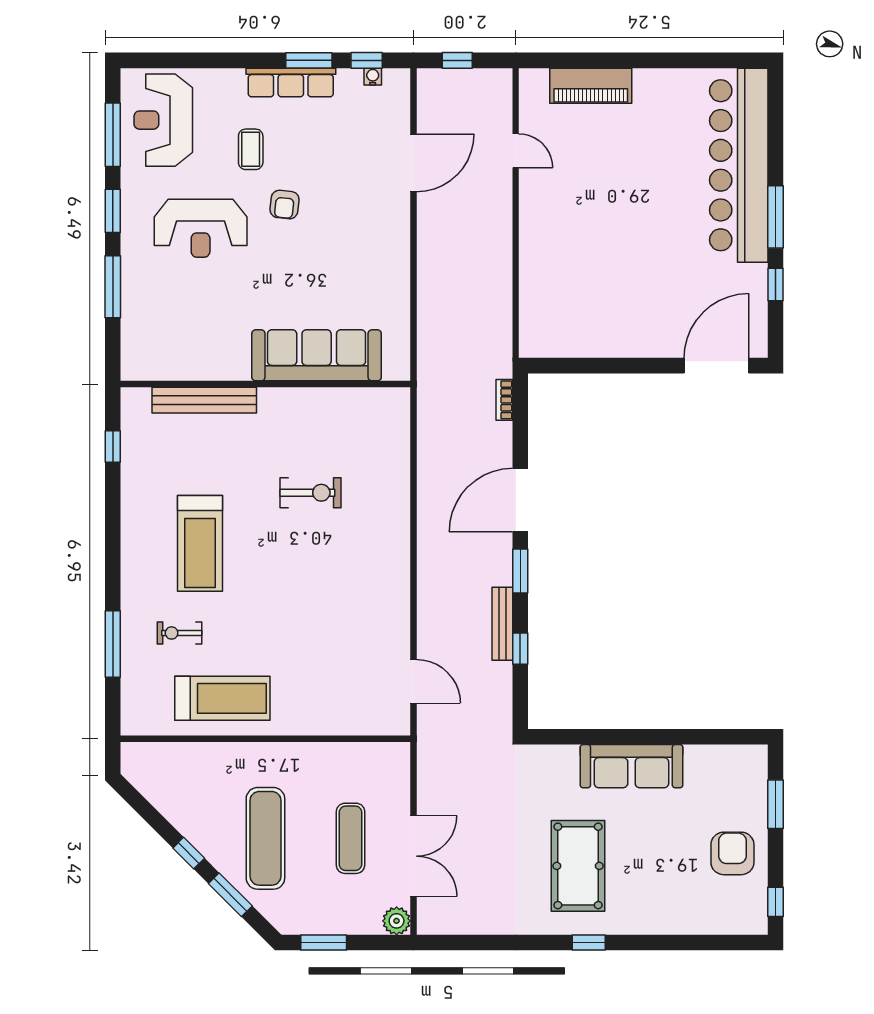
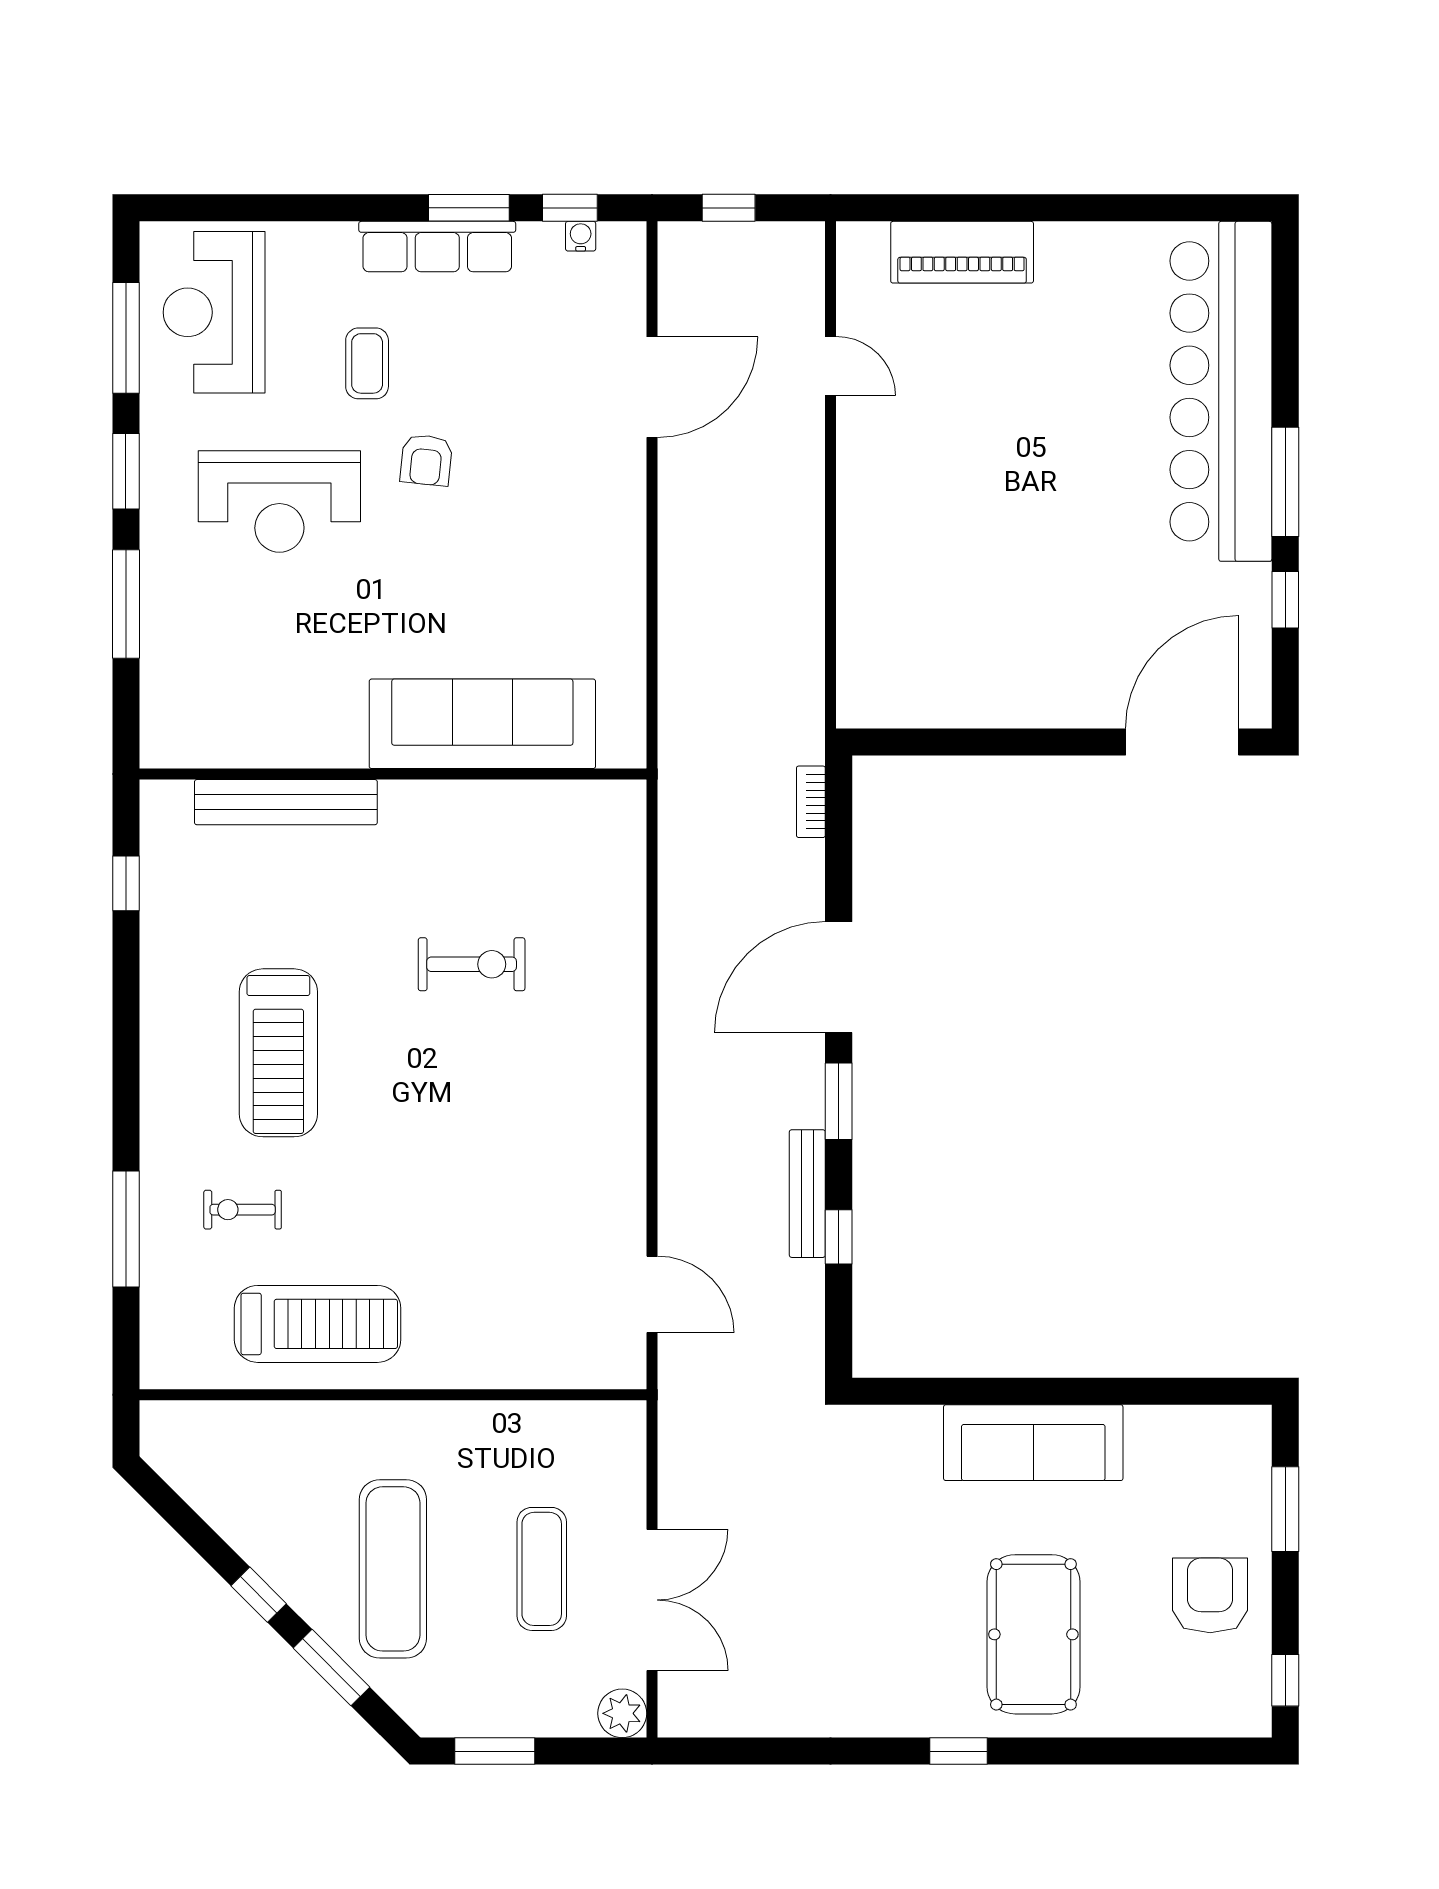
pool table: (578, 866) -> (1033, 1634), moved

